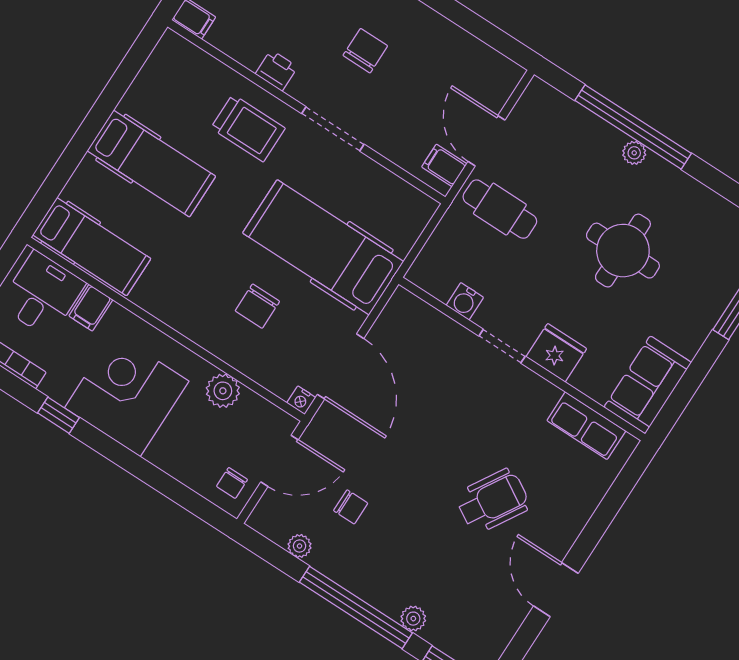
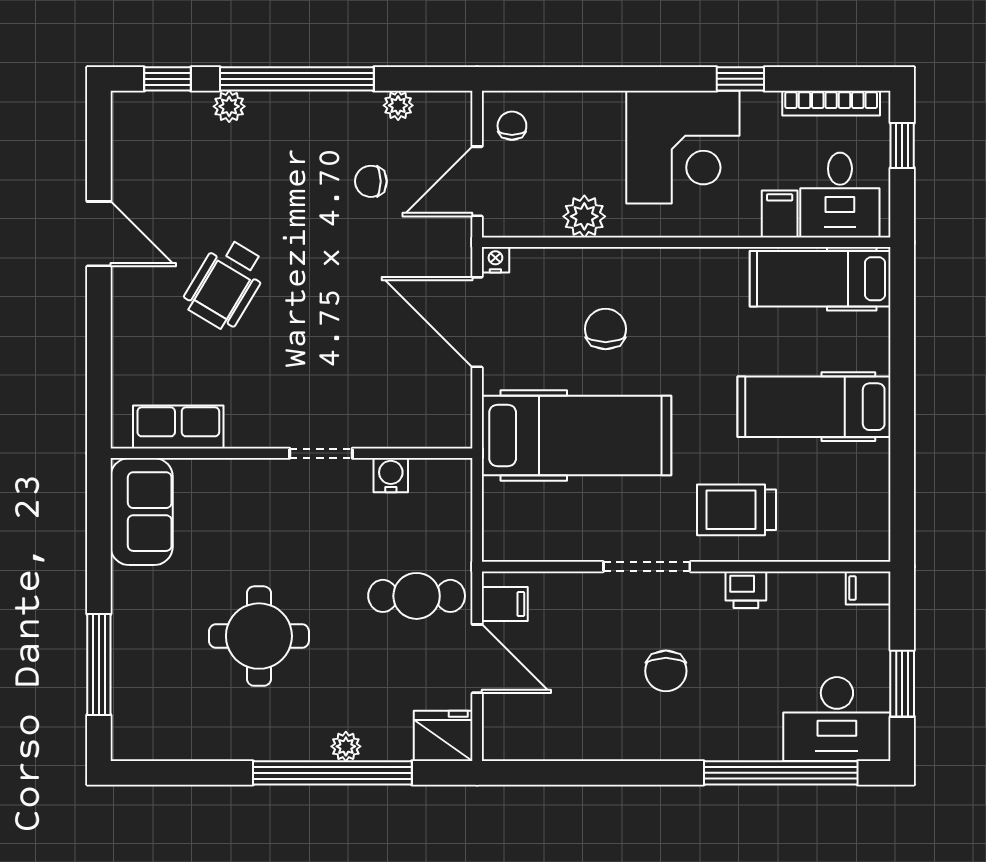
plant: (634, 153) -> (346, 746), moved
fridge: (556, 353) -> (443, 736), moved, turned 180

